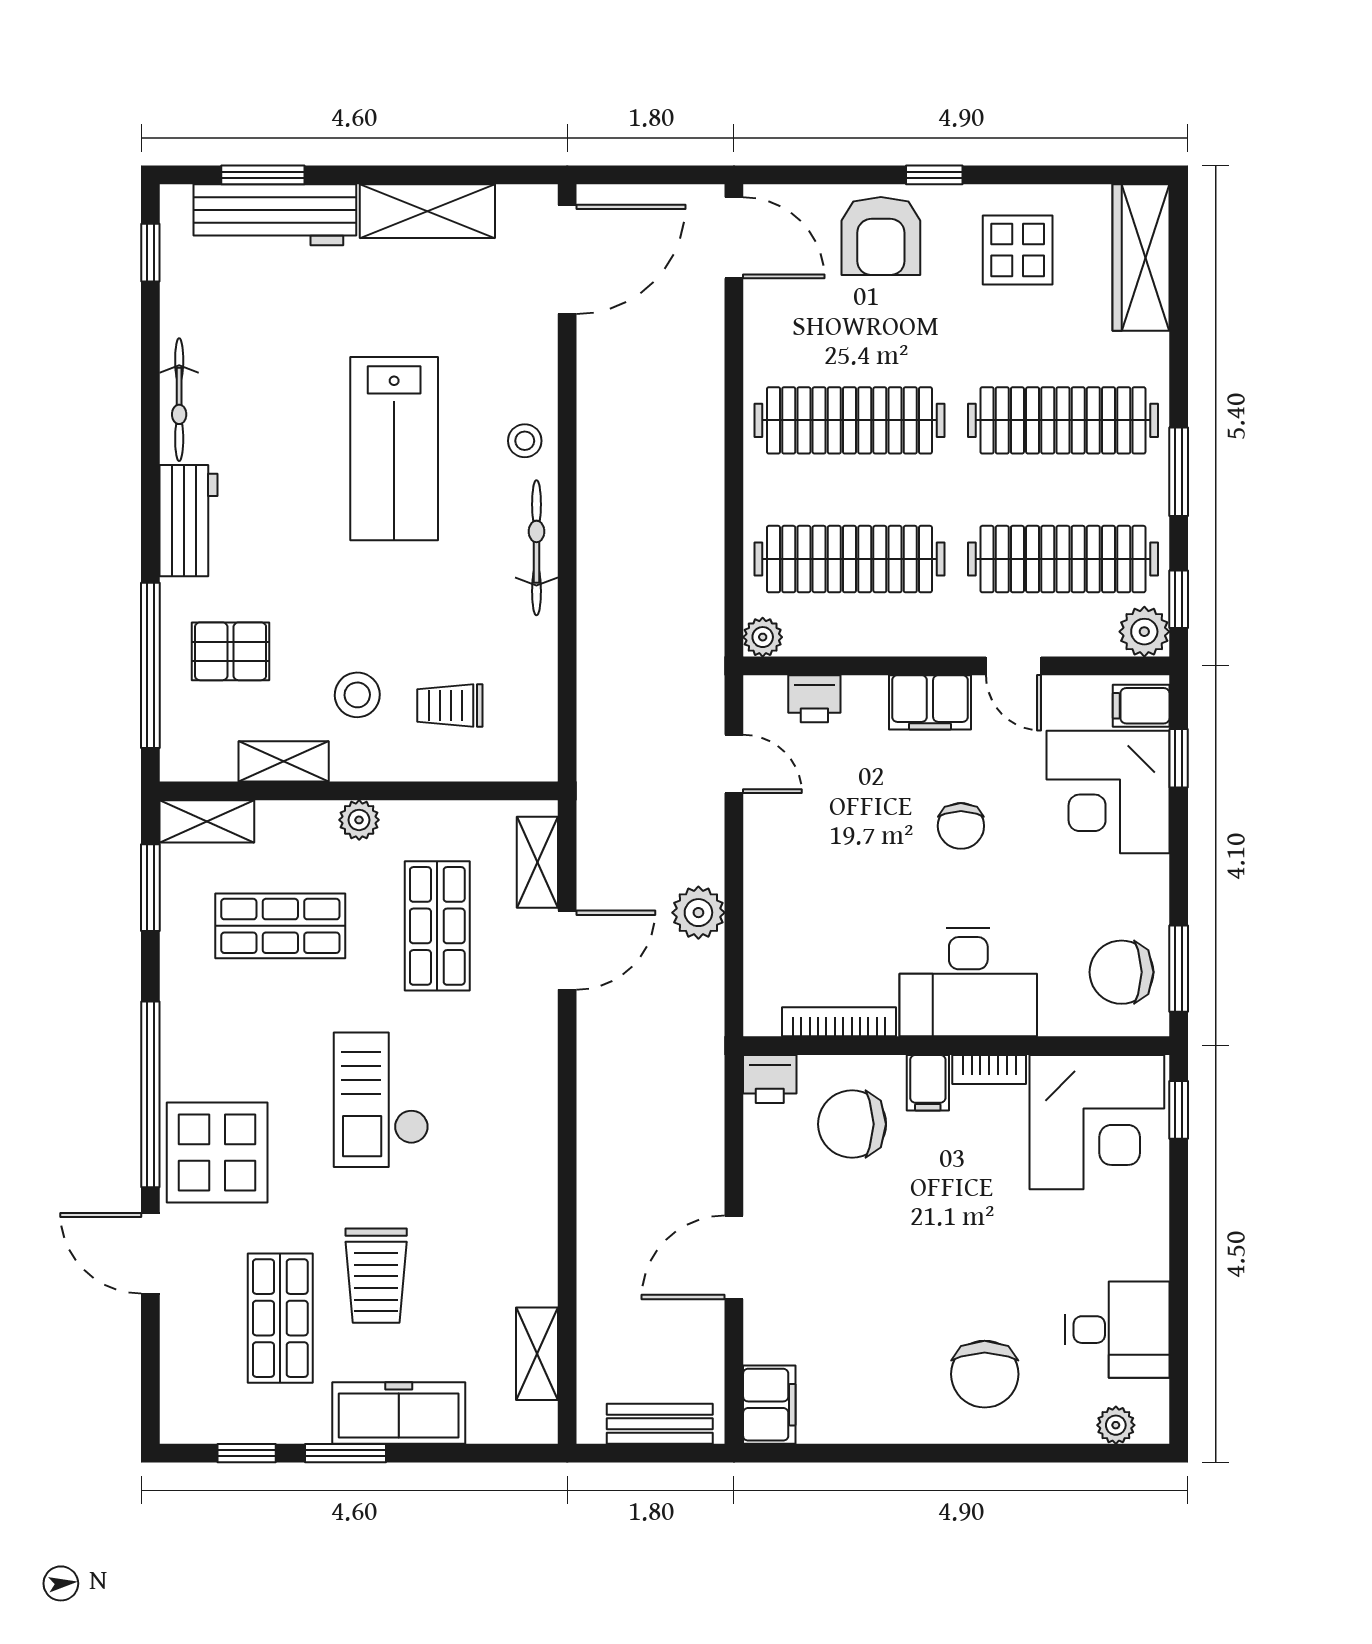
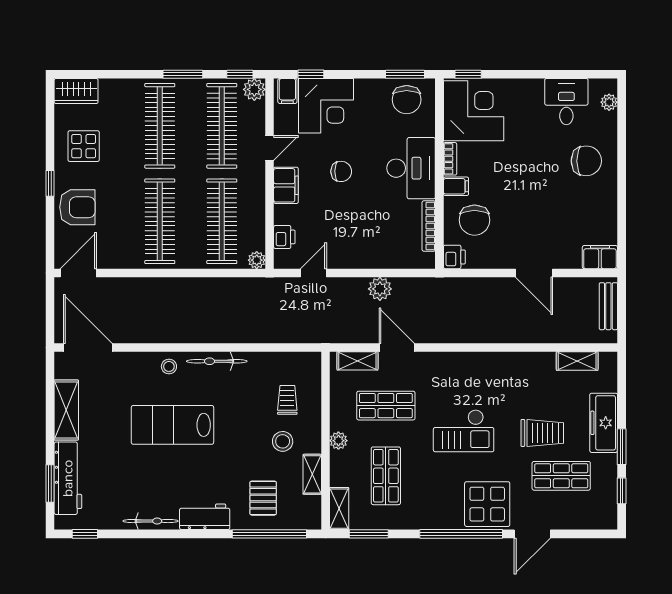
wardrobe: (1141, 258) -> (76, 91), width x0.67
lab bench: (394, 449) -> (172, 425), turned 180
trolley: (450, 706) -> (287, 400), turned 180

